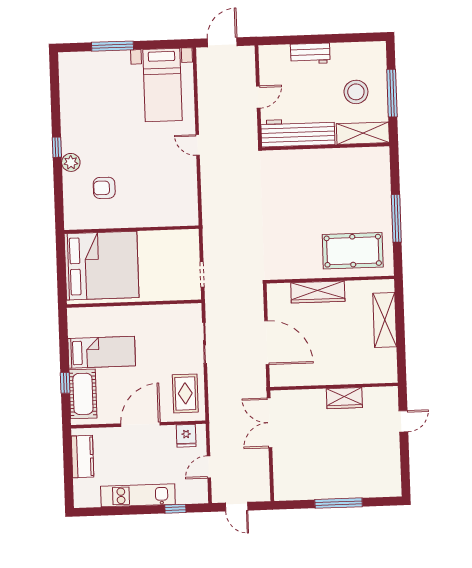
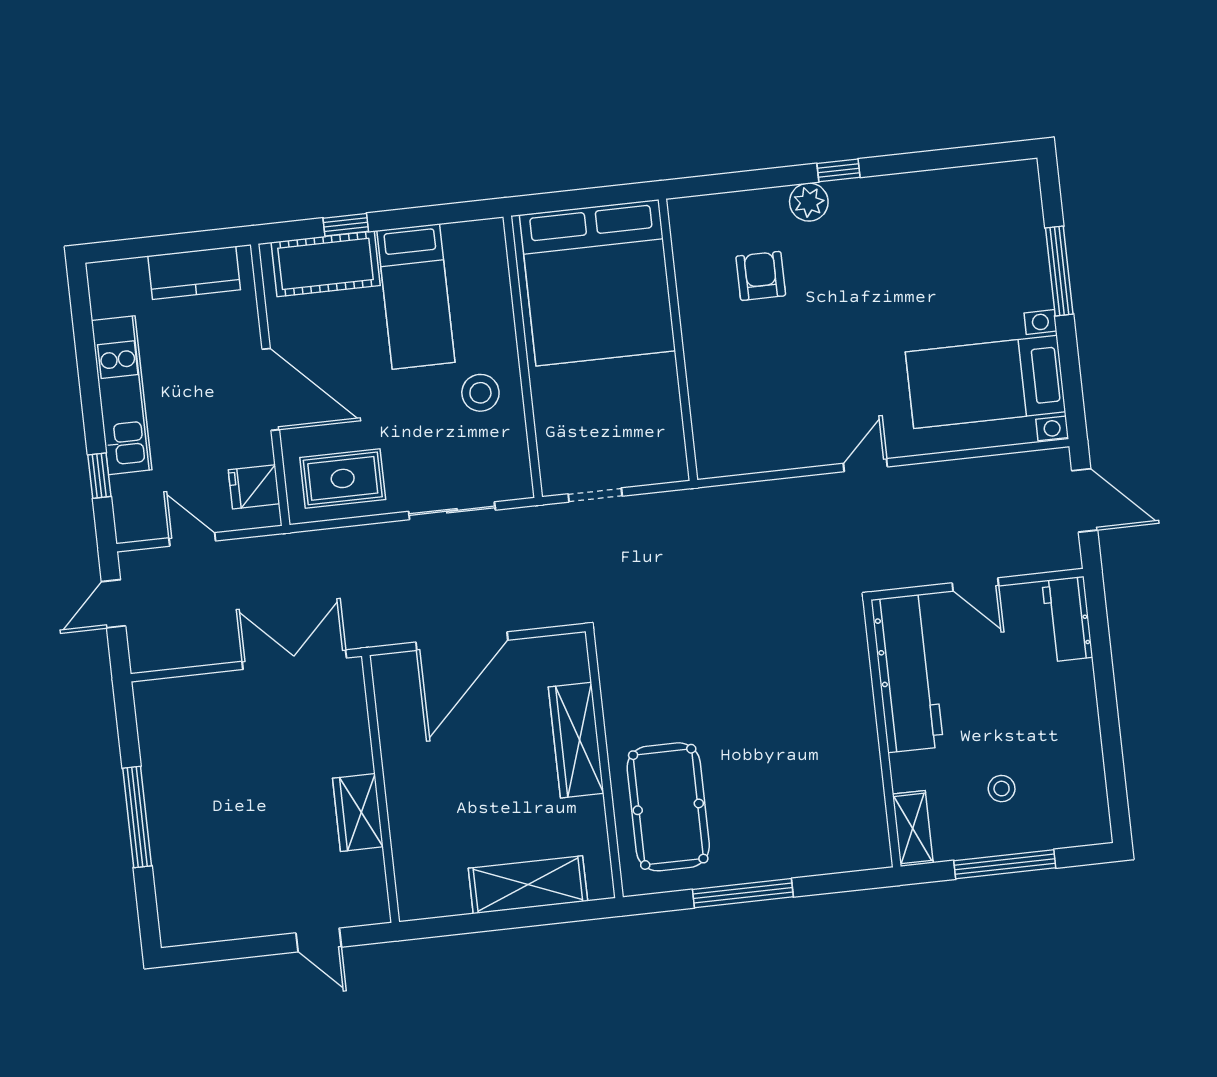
workbench: (310, 54) -> (1067, 619), moved
stool: (356, 92) -> (1002, 789), width x0.53, depth x0.53
shelving: (363, 133) -> (913, 828), width x0.67, depth x0.75
stool: (150, 325) -> (480, 393), added

